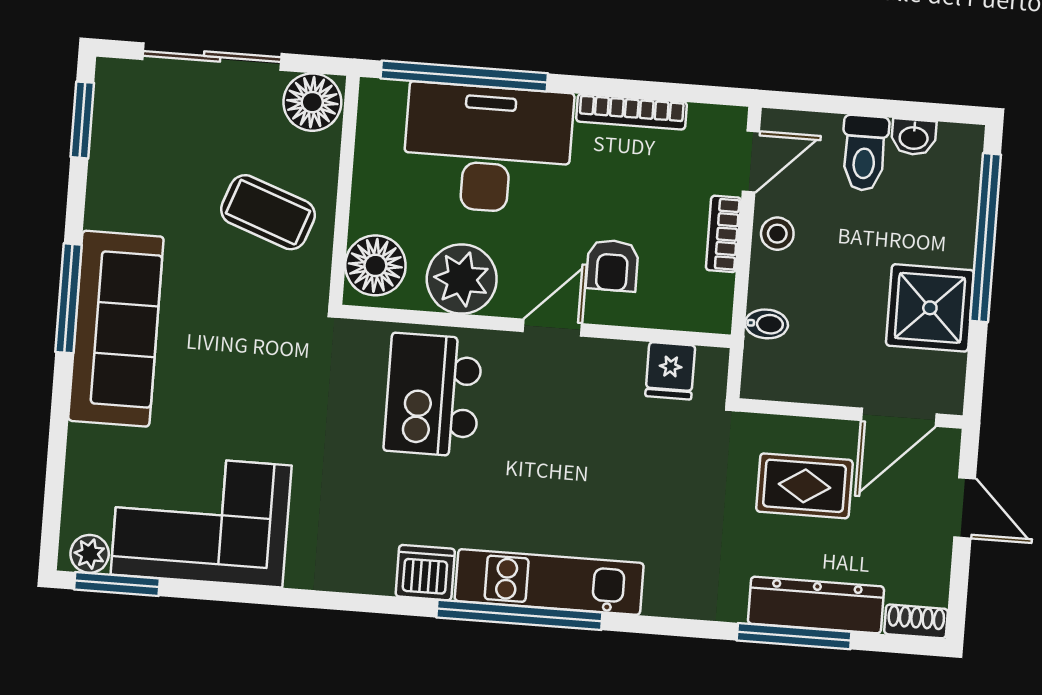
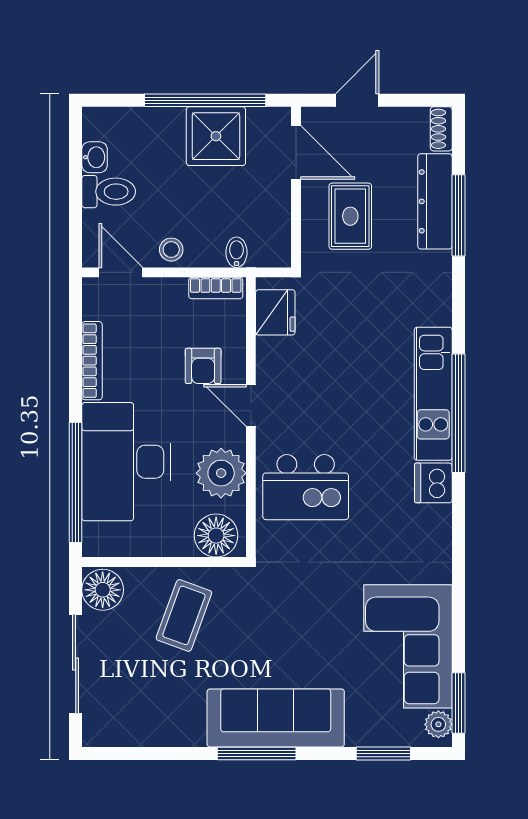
window: (82, 120) -> (383, 753), moved
bookcase: (724, 234) -> (216, 288), moved
window: (985, 238) -> (205, 100), moved
armchair: (612, 265) -> (203, 366), turned 90
fridge: (670, 371) -> (275, 312), width x1.38

